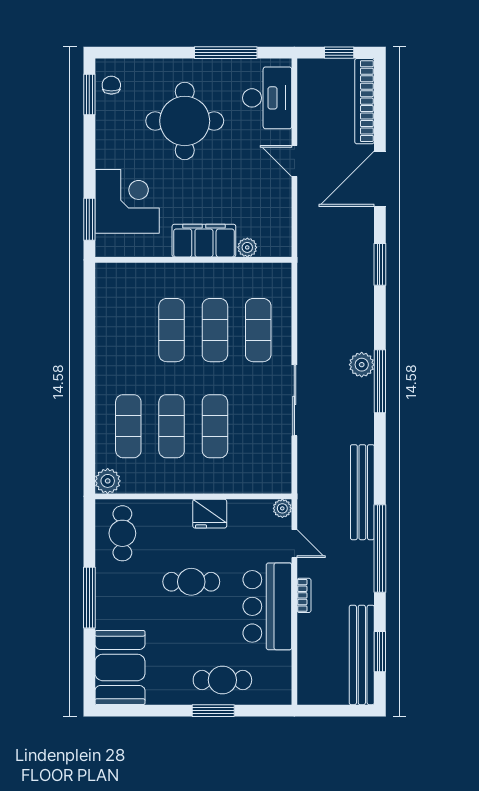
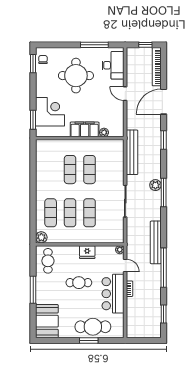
exercise mat: (258, 330) -> (109, 170), removed
bench: (362, 655) -> (132, 152), moved
cafe table: (222, 680) -> (93, 327), width x1.37, depth x1.35

